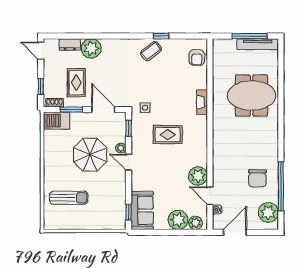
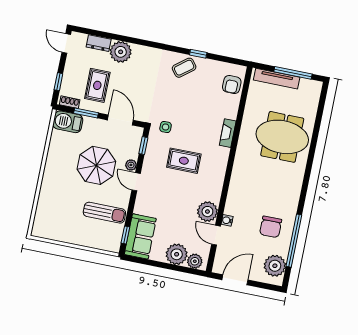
tv unit: (258, 44) -> (277, 79), moved
sun lounger: (69, 198) -> (104, 213), moved
water cooler: (217, 210) -> (227, 220), moved

